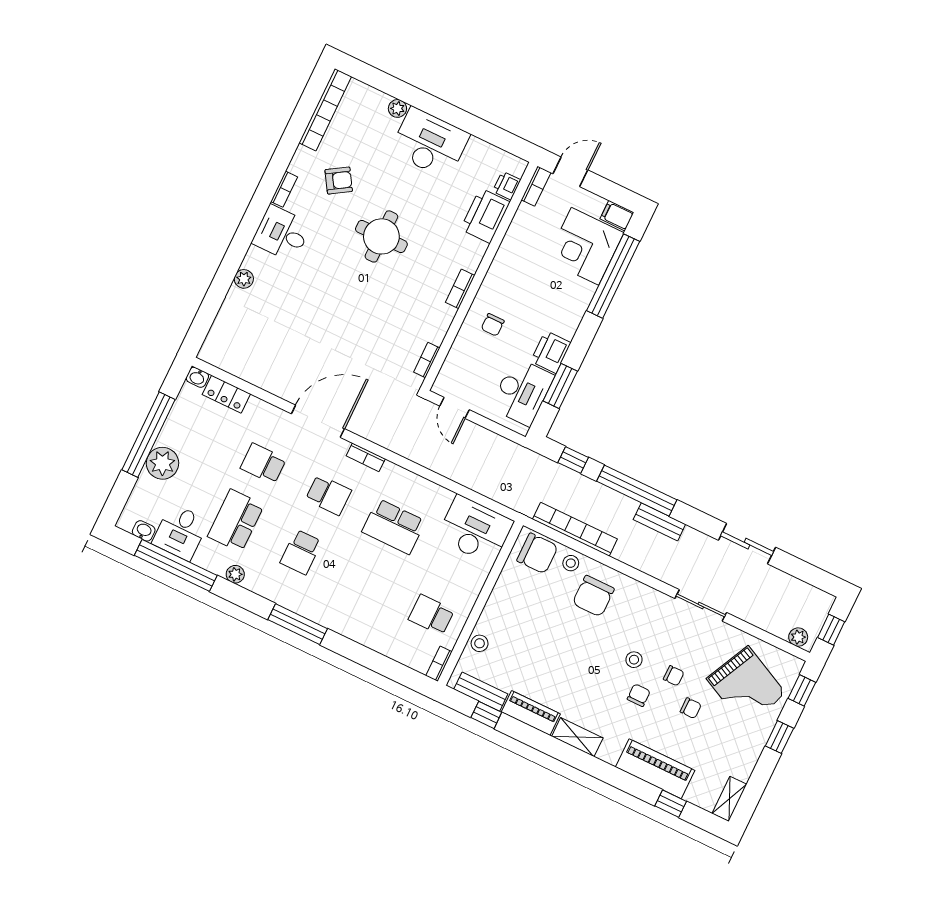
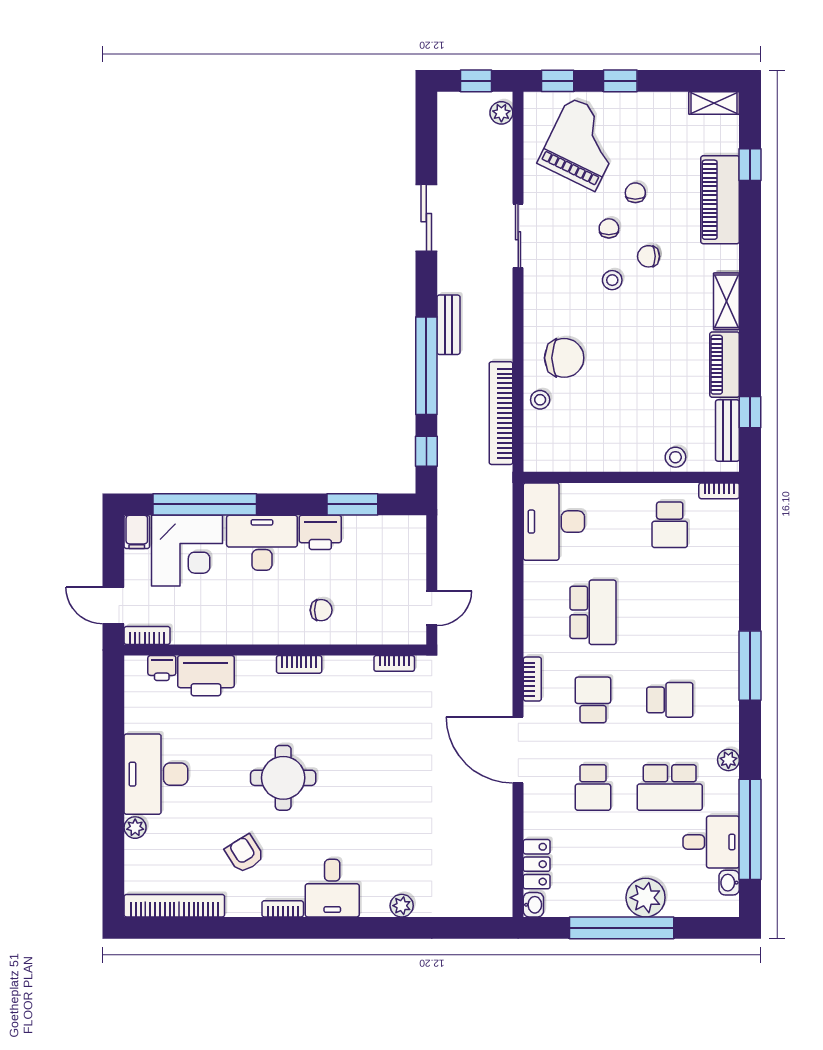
desk: (522, 392) -> (262, 543), moved
chair: (537, 553) -> (547, 441), removed

